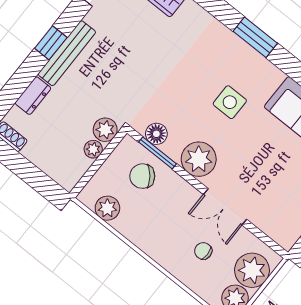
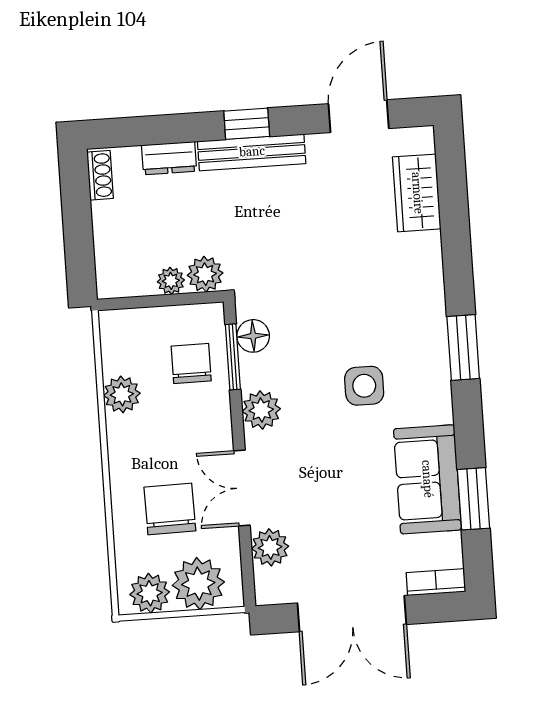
plant: (199, 159) -> (261, 410), width x0.73, depth x0.73
chair: (142, 176) -> (191, 364), turned 38
plant: (107, 208) -> (122, 394), moved
plant: (266, 219) -> (270, 547), added
chair: (203, 251) -> (170, 509), width x1.87, depth x1.87

